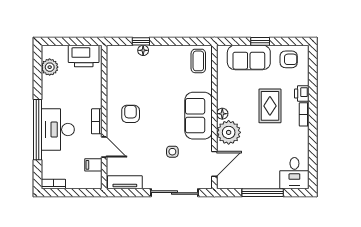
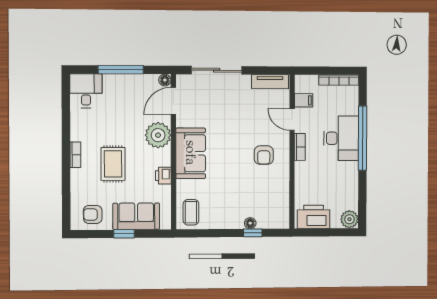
plant: (50, 67) -> (349, 219), moved
printer: (302, 94) -> (163, 176), moved, turned 180
floor lamp: (222, 114) -> (165, 80), moved
side table: (172, 152) -> (219, 114), removed
bookcase: (53, 184) -> (339, 80), width x1.56

